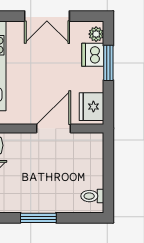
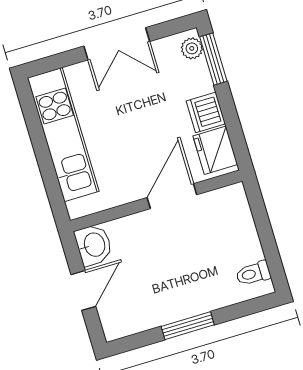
dishwasher: (93, 55) -> (206, 112), moved
window: (108, 63) -> (213, 59), moved

